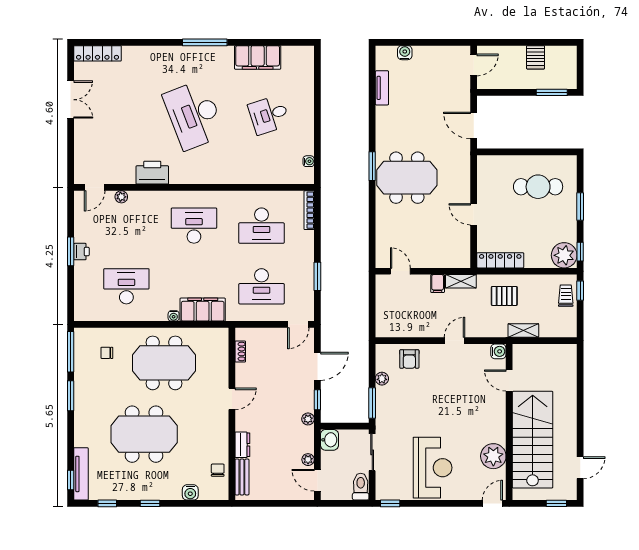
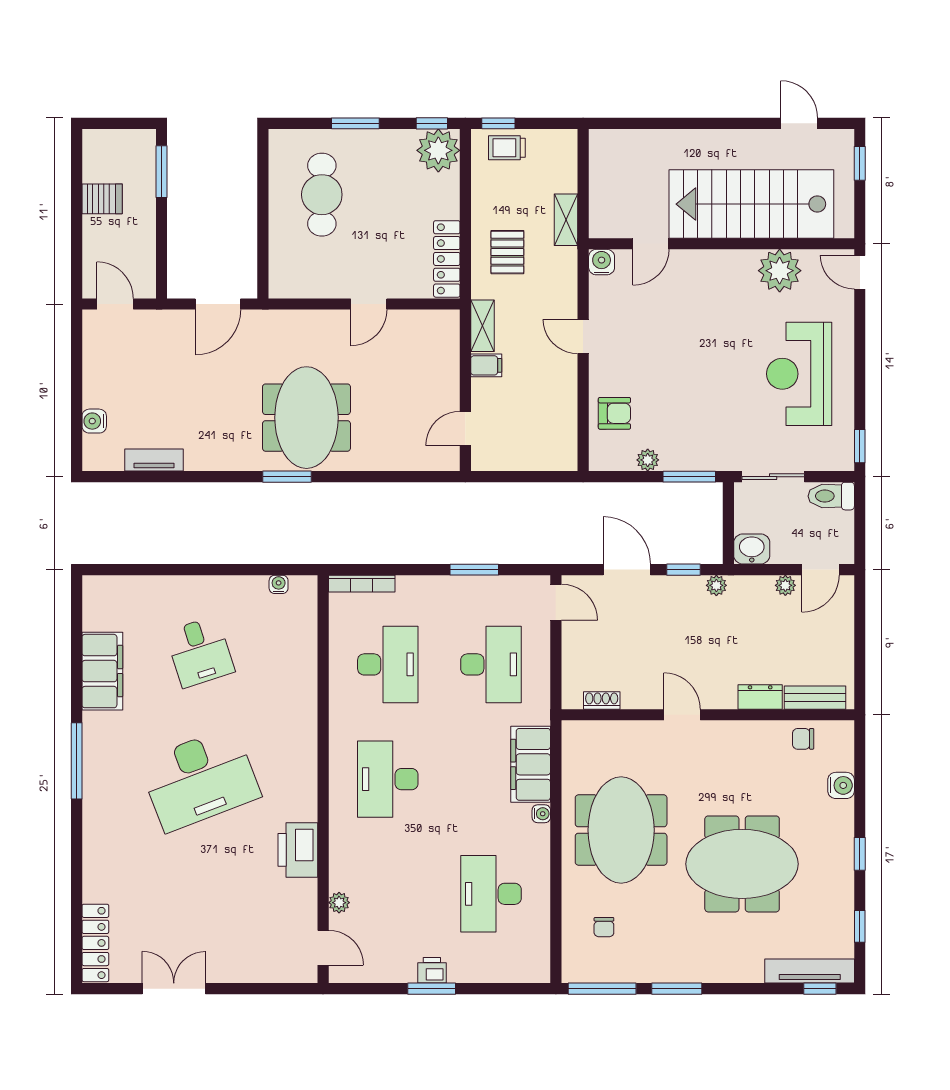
meeting table: (144, 434) -> (742, 864), turned 90
reception desk: (433, 468) -> (799, 374), turned -90

